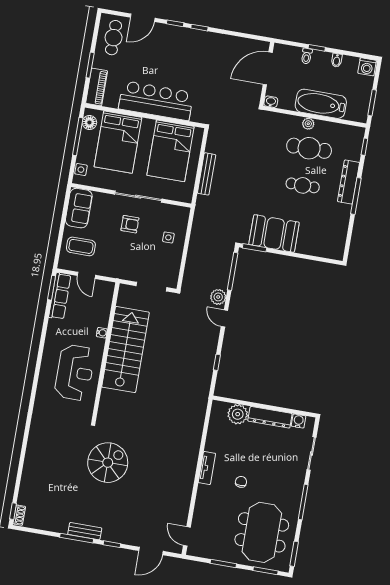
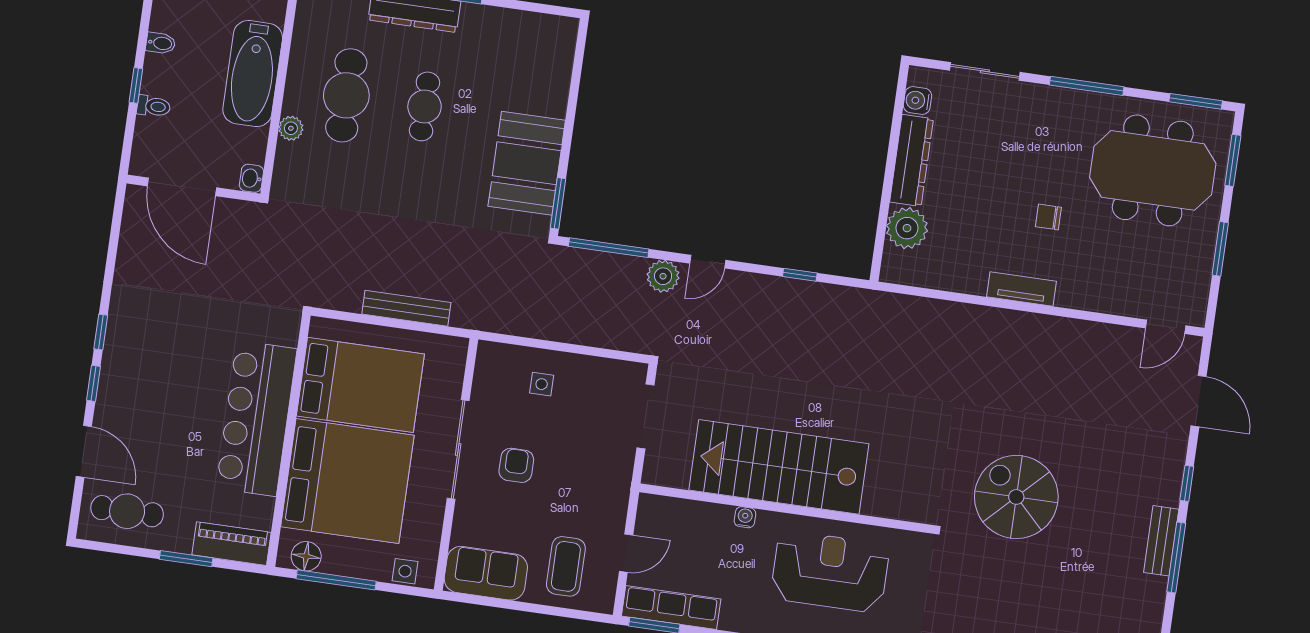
plant: (308, 124) -> (291, 128), moved
bed: (118, 142) -> (347, 481), width x1.36

